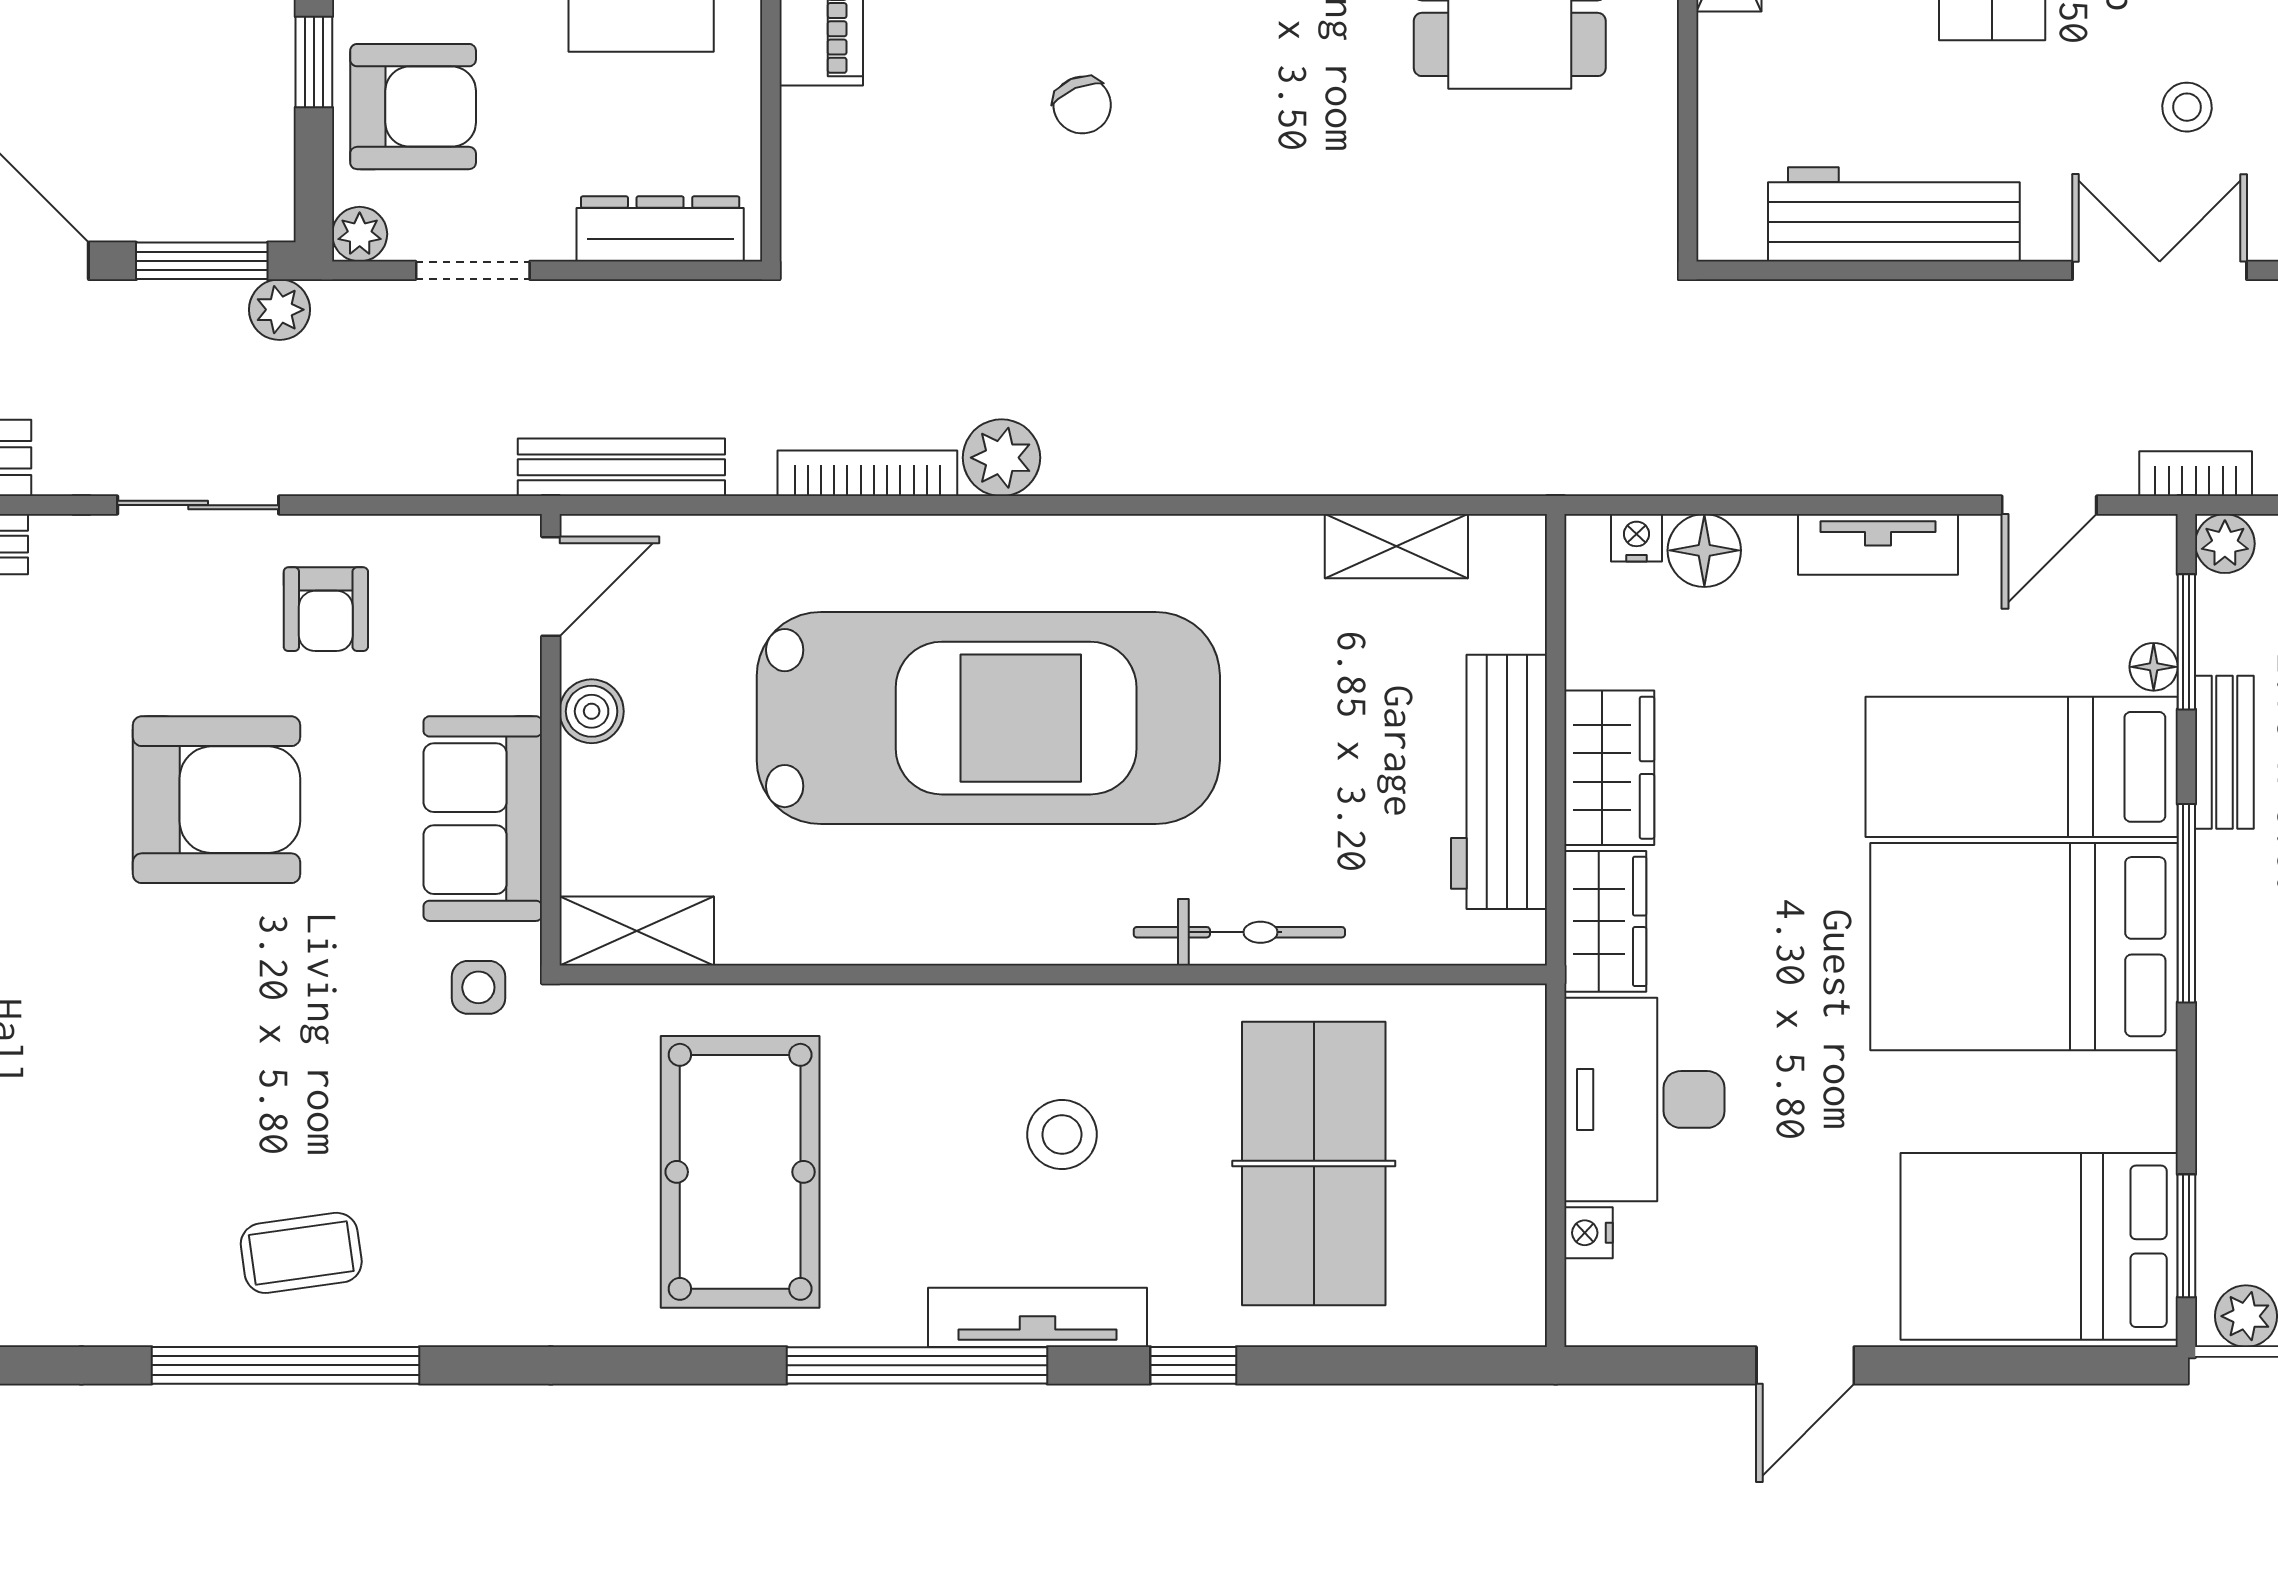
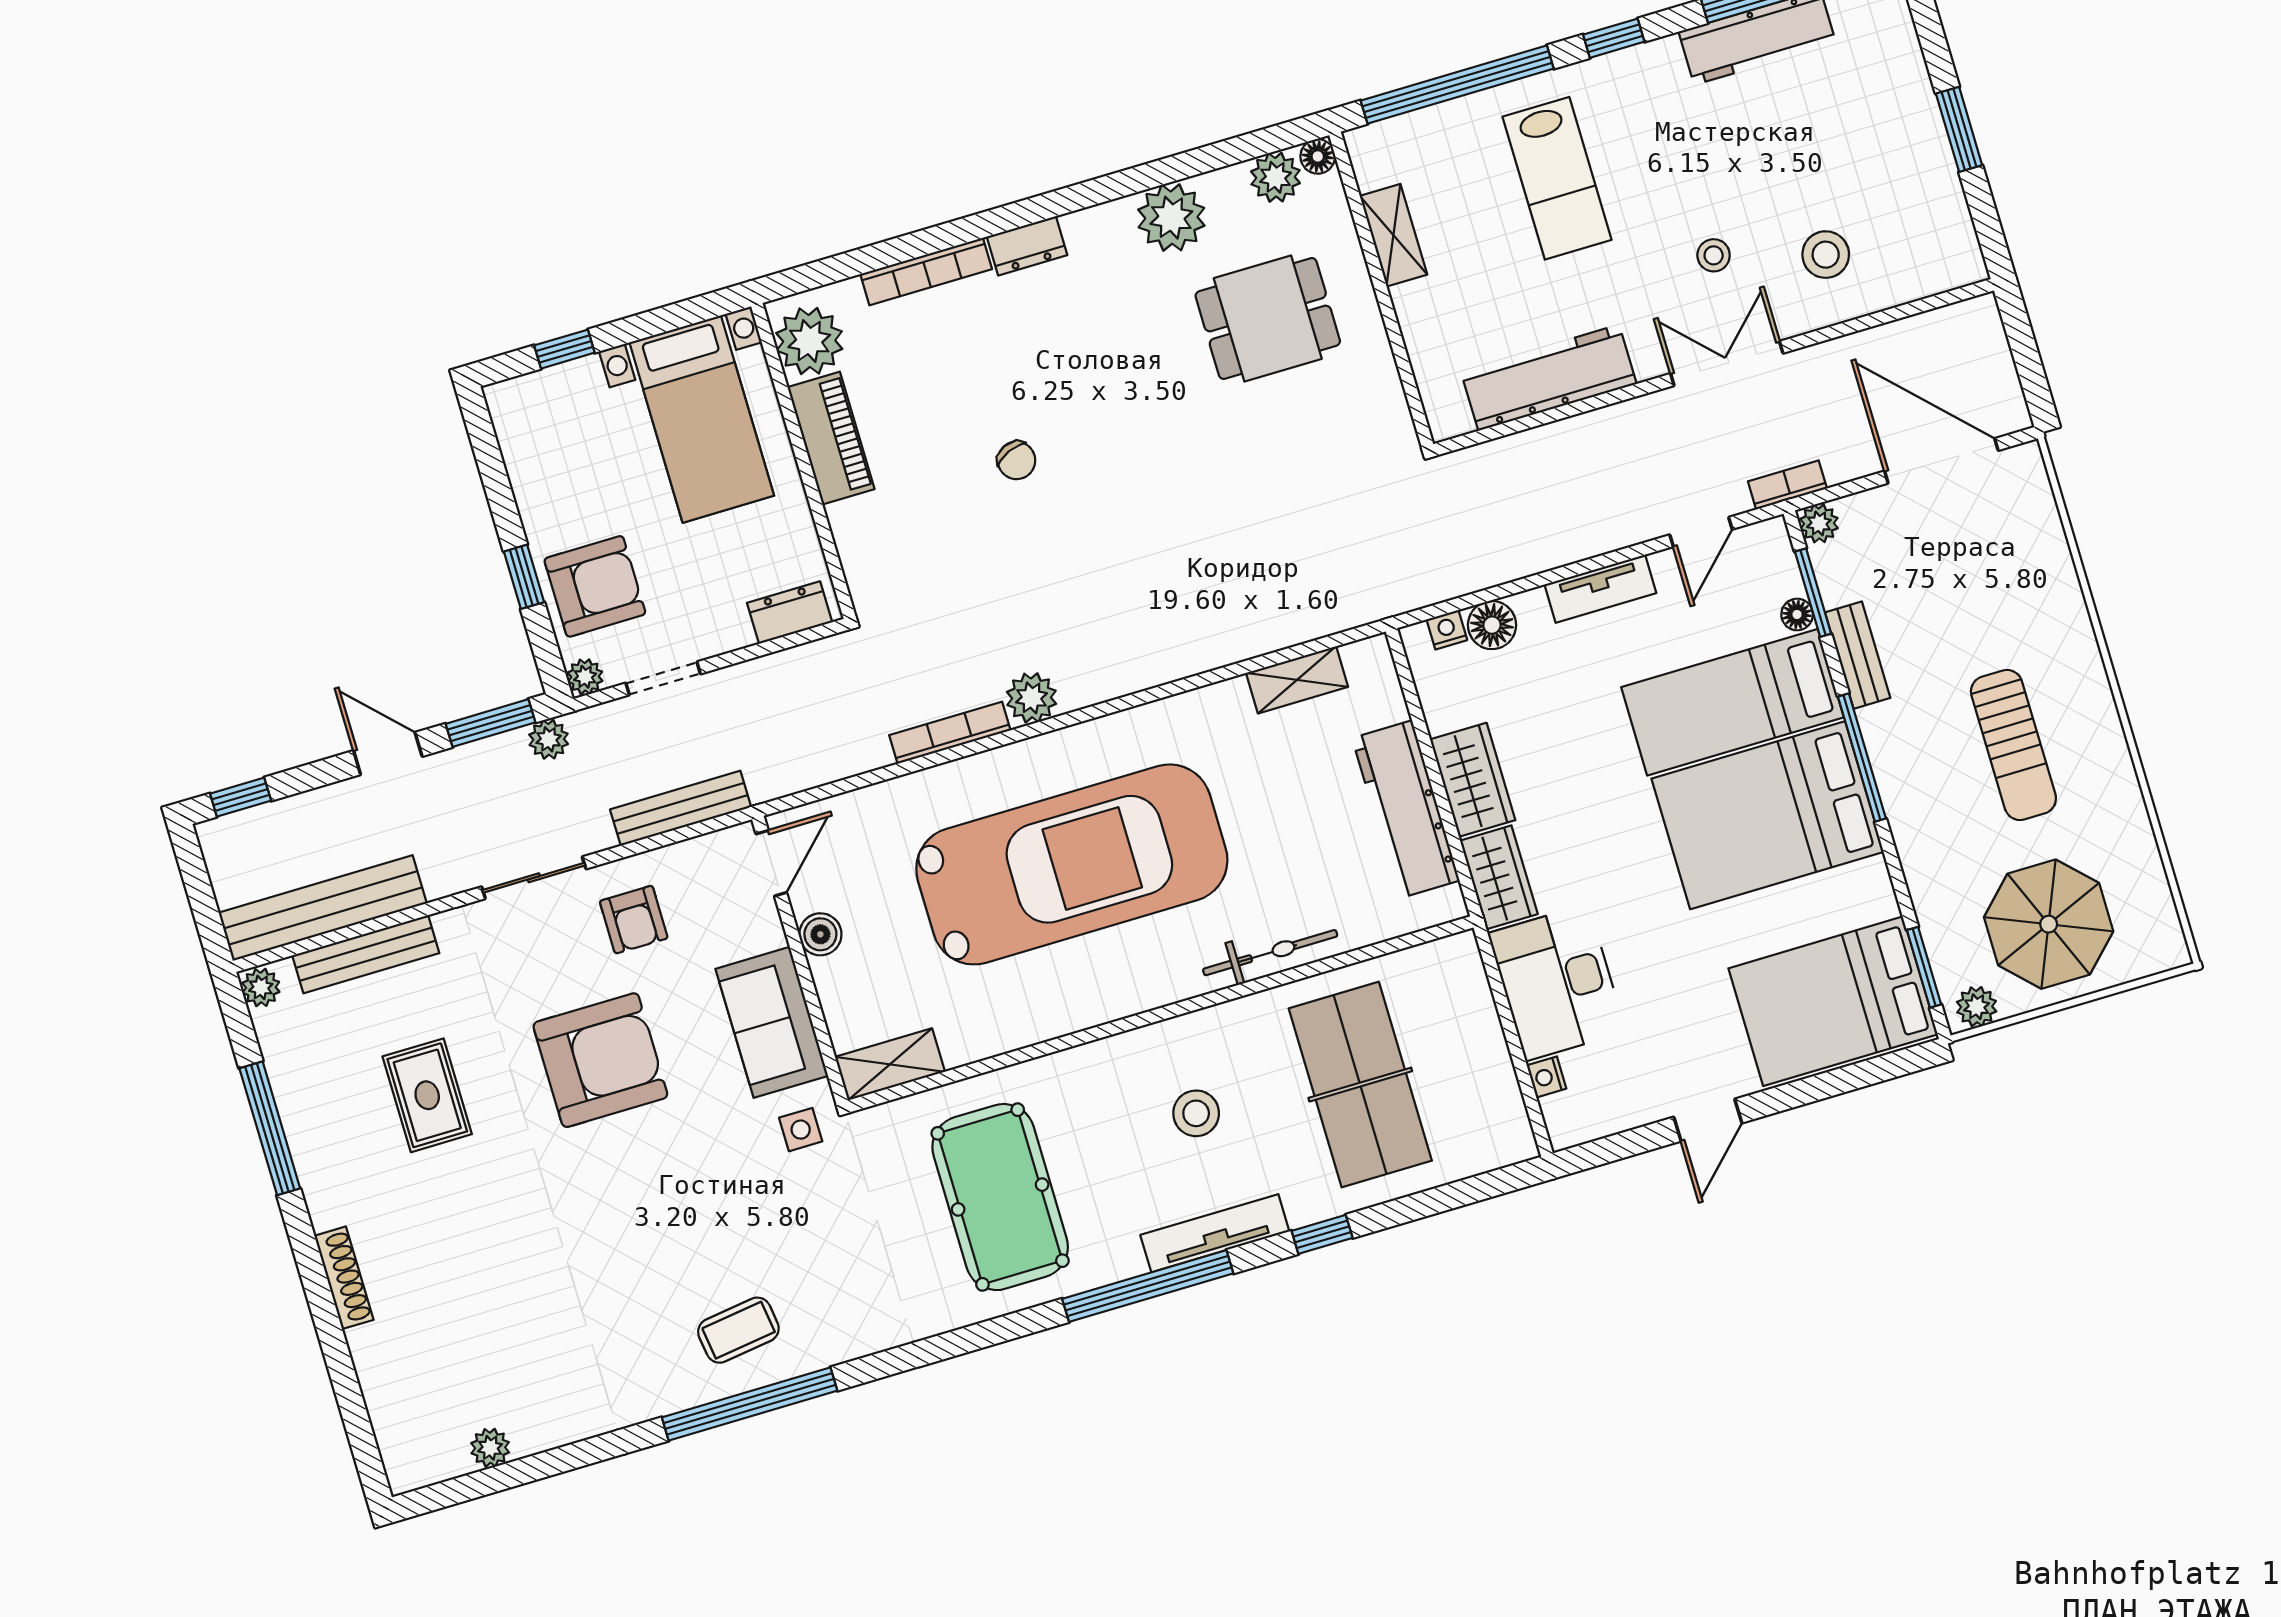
dresser: (660, 229) -> (790, 613), width x0.70
bench: (621, 467) -> (681, 808), moved

